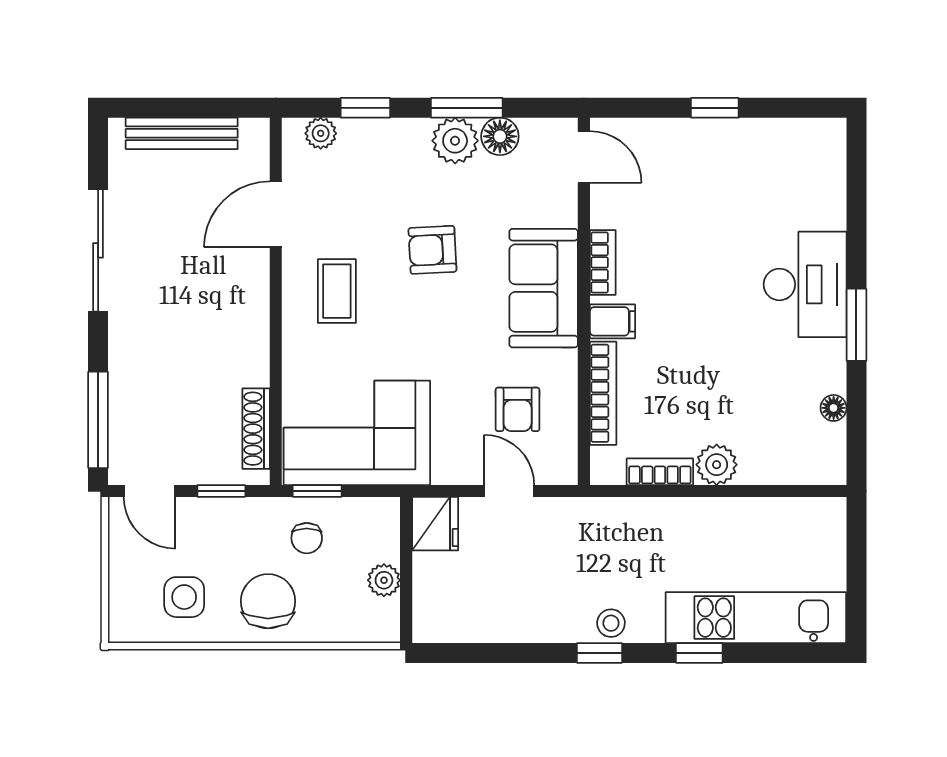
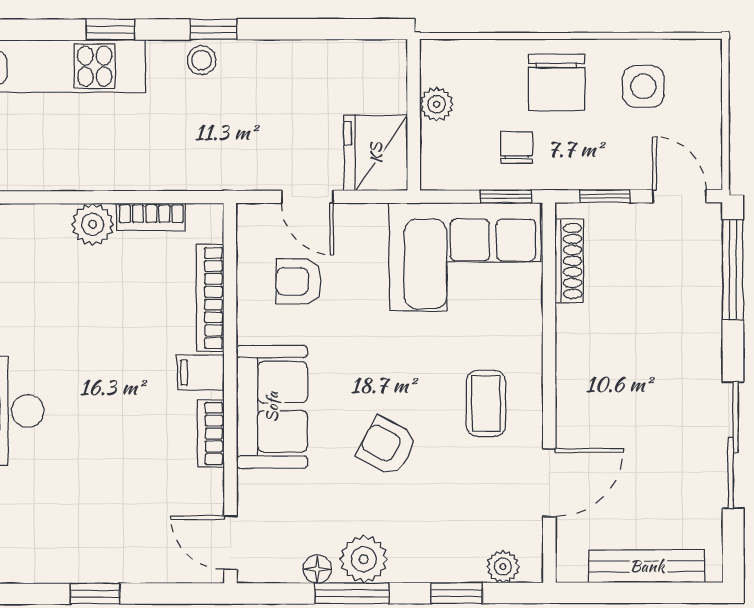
floor lamp: (500, 136) -> (317, 569), width x0.73, depth x0.73
armchair: (432, 250) -> (387, 446), turned -149
armchair: (518, 409) -> (299, 281), turned -90
fridge: (435, 524) -> (376, 153), width x1.36, depth x1.34

